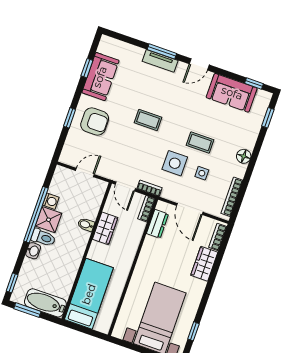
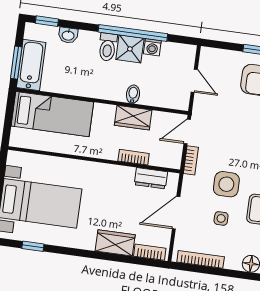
bookcase: (146, 209) -> (134, 157), moved
washbasin: (33, 251) -> (68, 35), moved
window: (27, 310) -> (16, 63), moved

